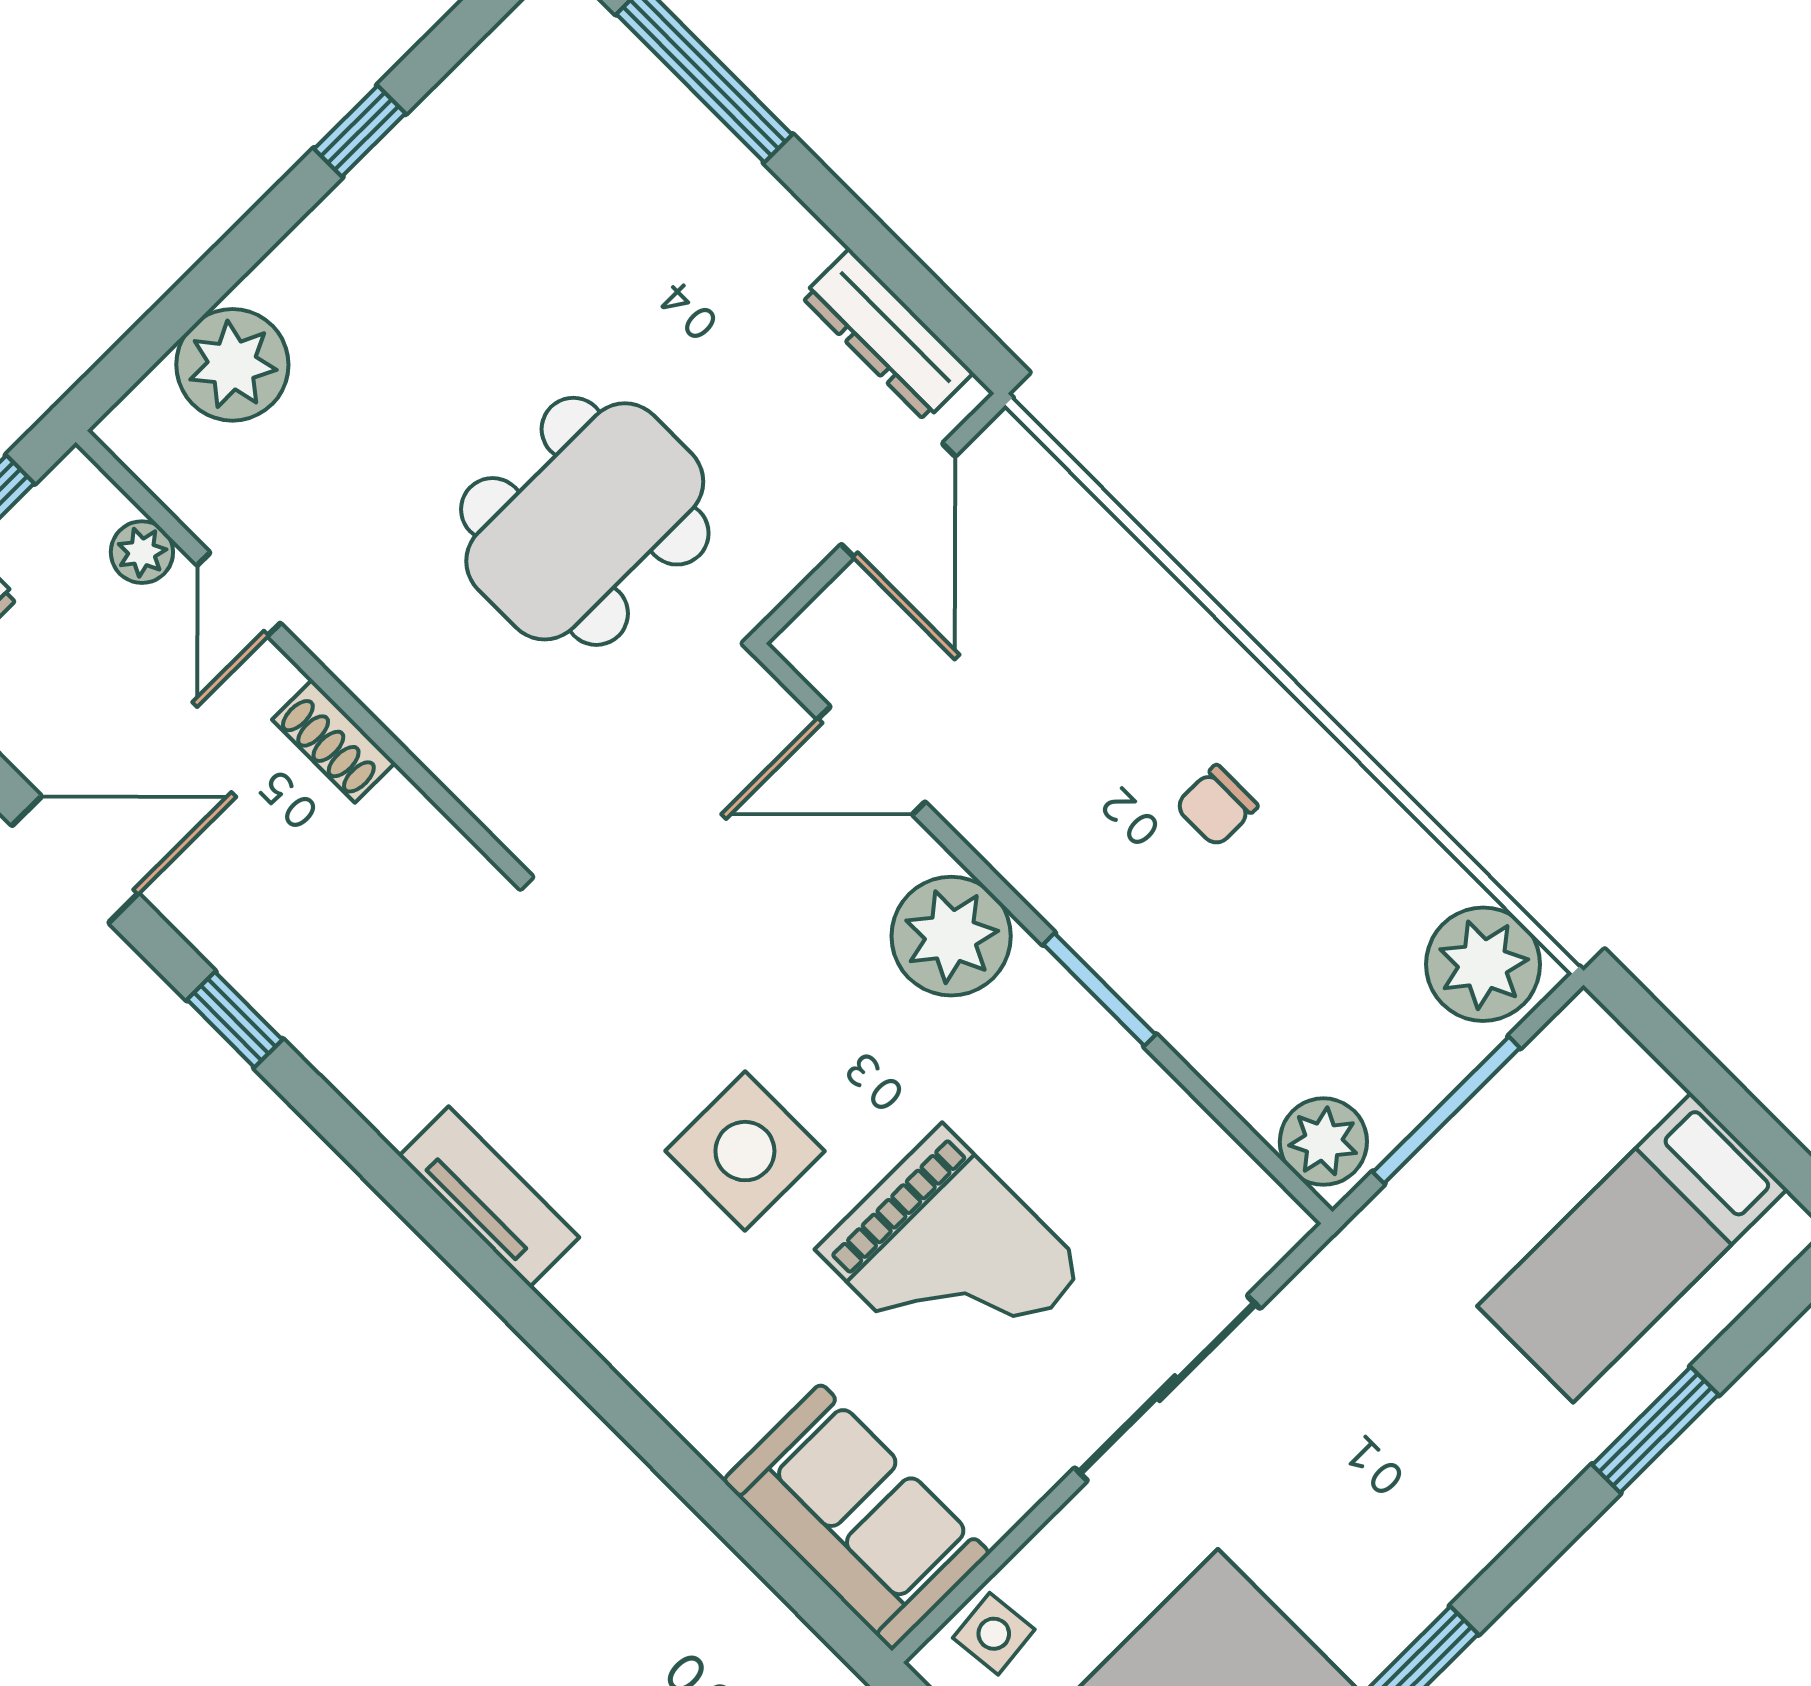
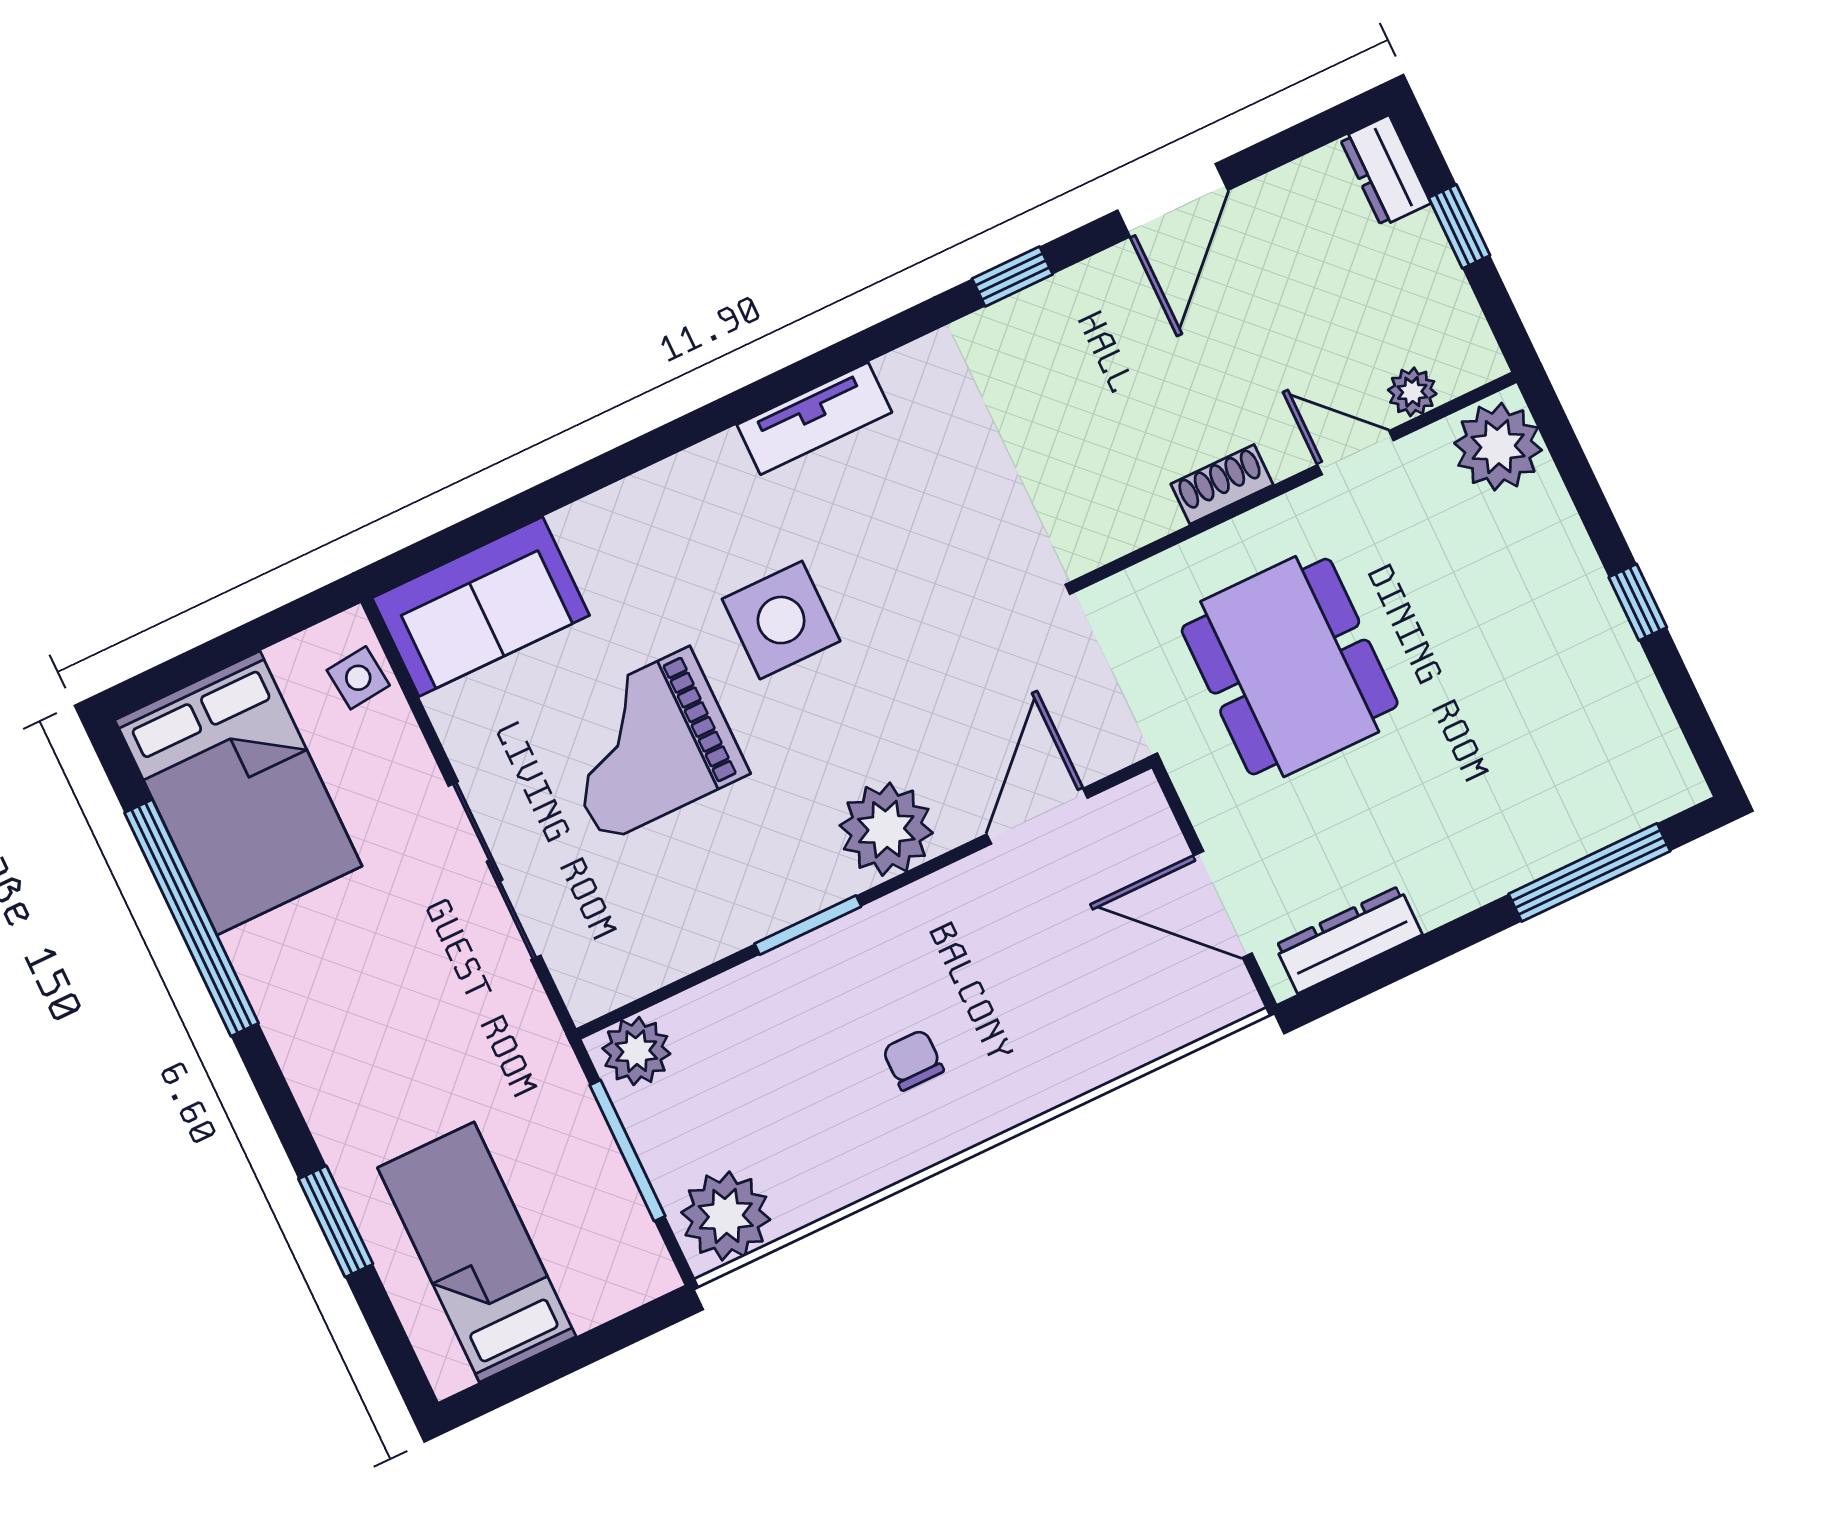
plant: (142, 552) -> (1412, 392), moved
door: (239, 594) -> (1356, 453), moved
wall: (298, 654) -> (1296, 481), moved
shoe rack: (334, 741) -> (1222, 484), moved

